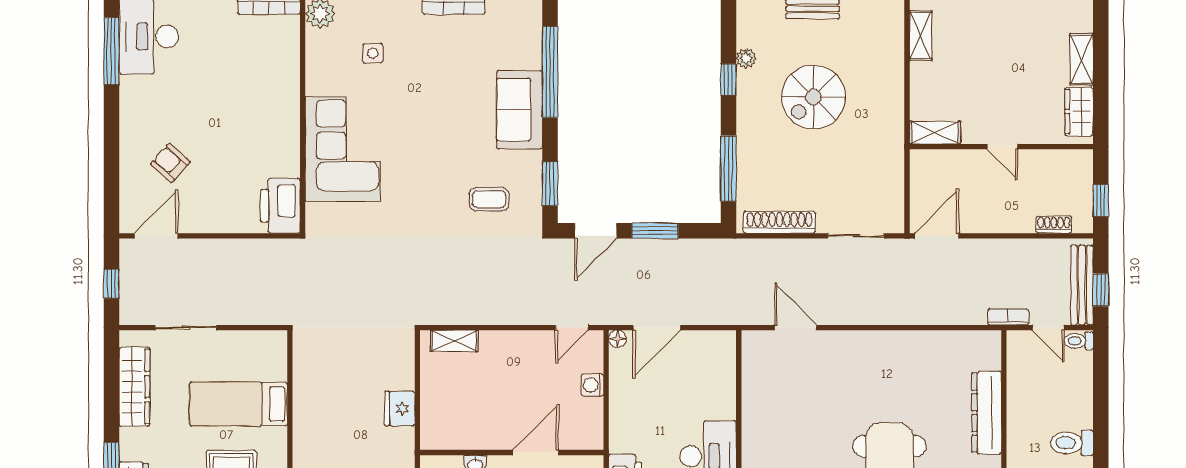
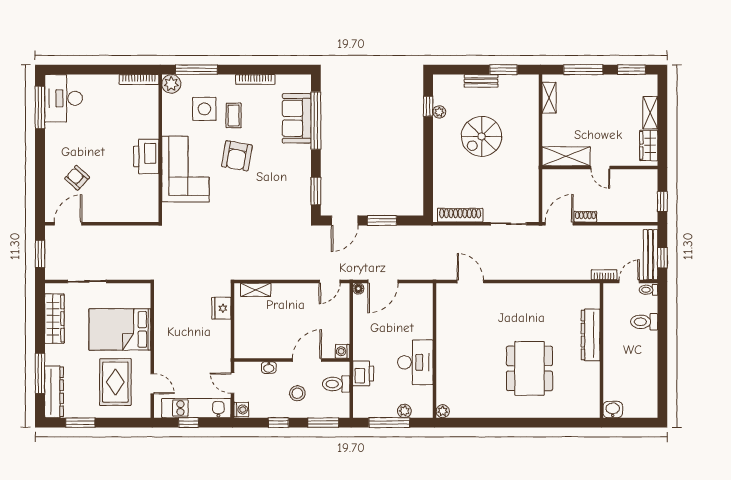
side table: (373, 53) -> (204, 109), width x1.87, depth x1.87
window: (729, 80) -> (428, 106), moved
sofa: (520, 110) -> (297, 118), moved
armchair: (424, 128) -> (237, 156), added
shelving: (935, 133) -> (566, 156), width x1.50, depth x1.33
window: (729, 169) -> (428, 181), removed
coffee table: (489, 199) -> (234, 115), moved, turned 90
printer: (280, 206) -> (146, 156), moved
shoe rack: (1054, 225) -> (585, 217), moved
window: (111, 284) -> (40, 254), width x1.50
door: (1048, 328) -> (629, 281), swing flipped
washing machine: (592, 385) -> (343, 351), moved
bed: (238, 404) -> (120, 329), width x1.50
fridge: (400, 409) -> (221, 308), moved
toilet: (1072, 443) -> (644, 322), moved

